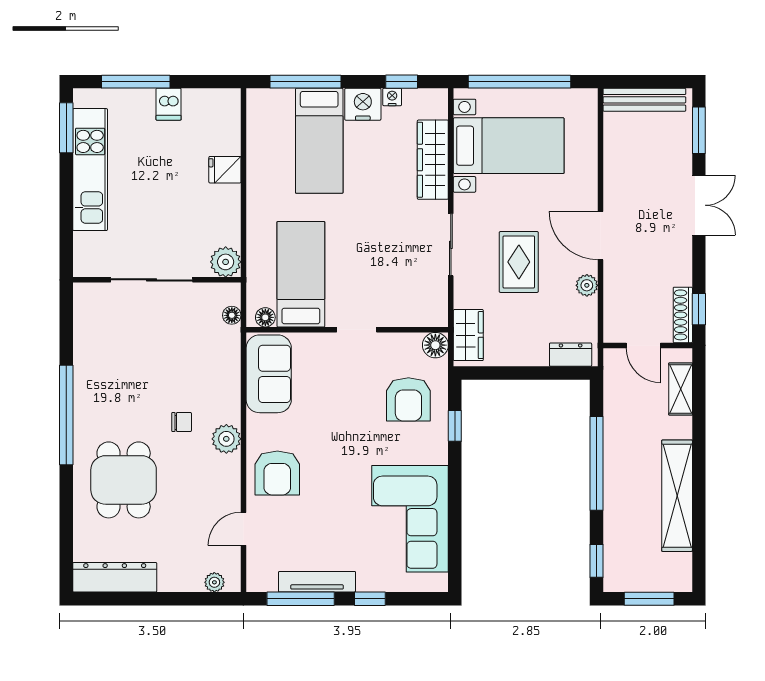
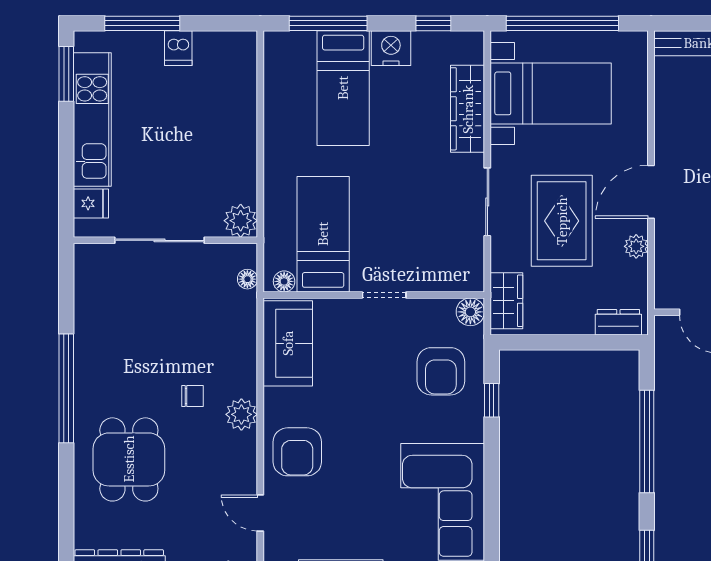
nightstand: (392, 97) -> (423, 40), removed
fridge: (225, 170) -> (91, 203), moved, turned 180
door: (600, 236) -> (651, 192), hinge flipped
rug: (519, 262) -> (562, 221), width x1.36, depth x1.43
door: (243, 529) -> (260, 513), hinge flipped

